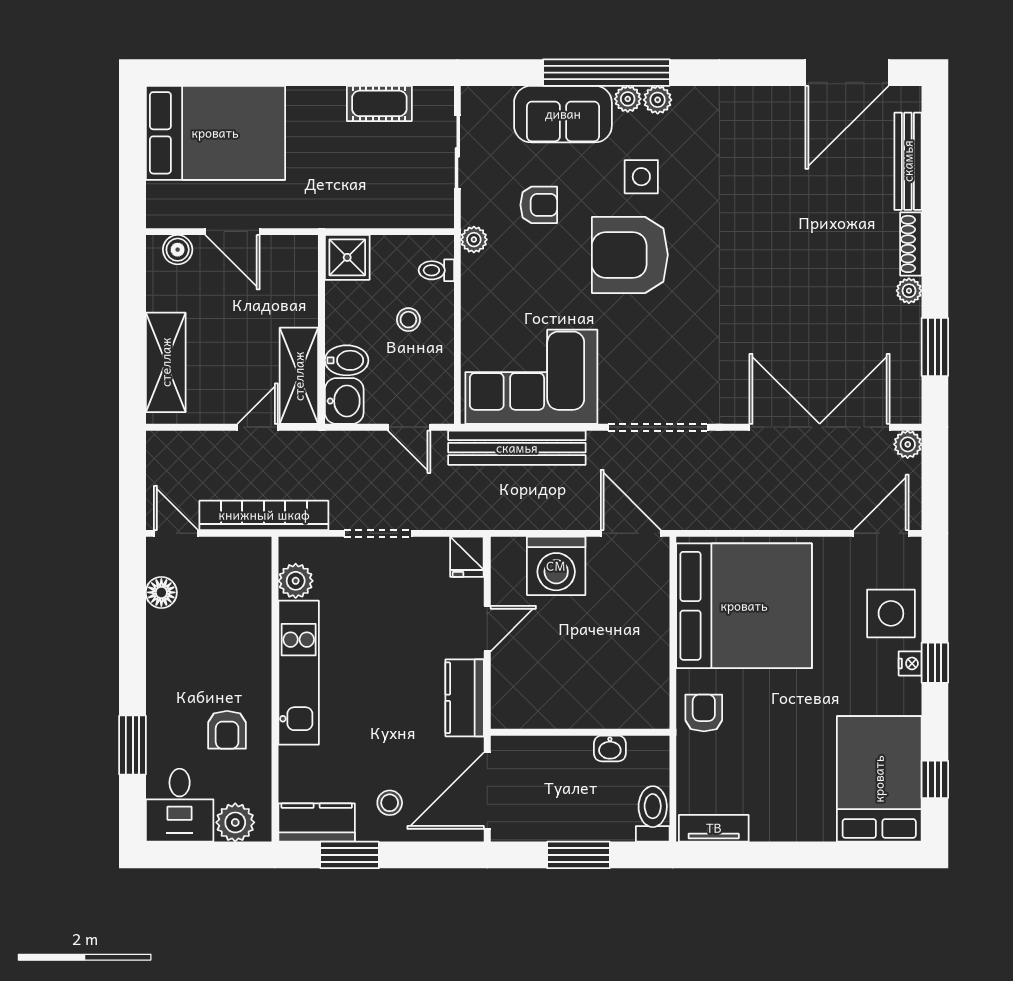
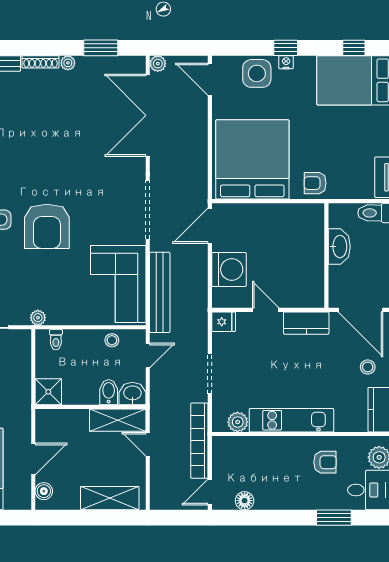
armchair: (539, 205) -> (18, 280), removed
stool: (408, 320) -> (112, 340), moved
washbasin: (610, 748) -> (339, 247), width x1.91, depth x1.45

